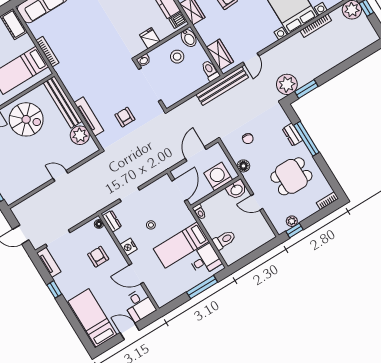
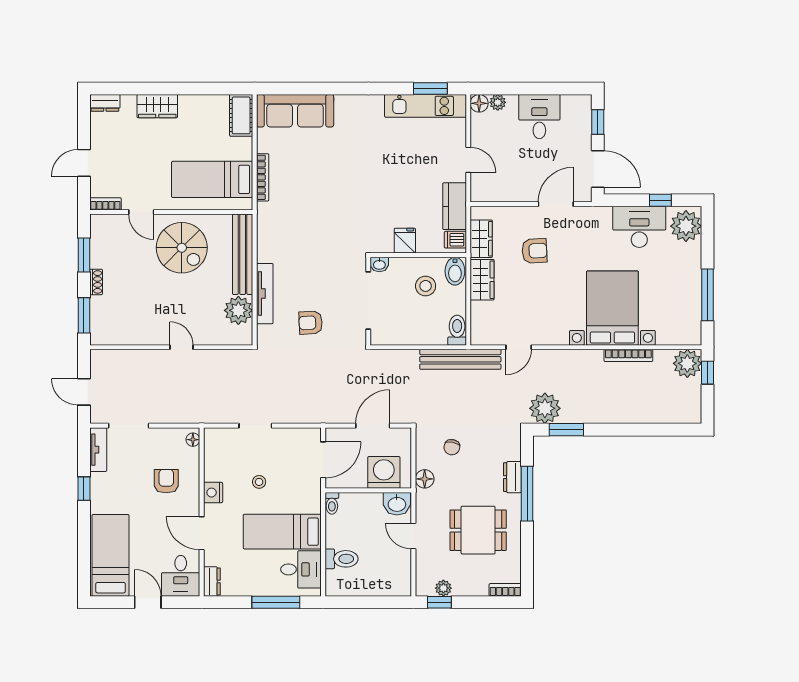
wardrobe: (220, 54) -> (482, 280), moved
armchair: (125, 117) -> (311, 323), turned -93
dresser: (112, 221) -> (212, 581), moved

